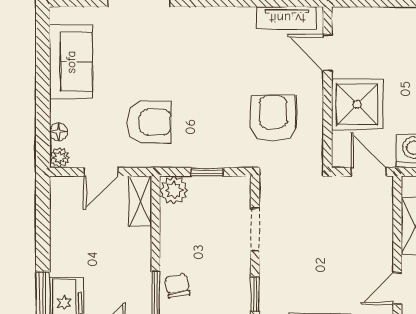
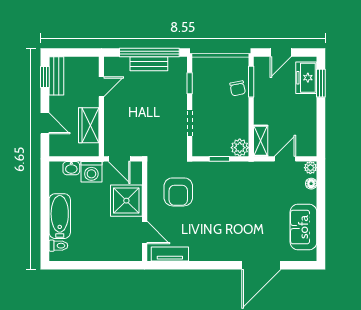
armchair: (149, 122) -> (255, 190), removed

